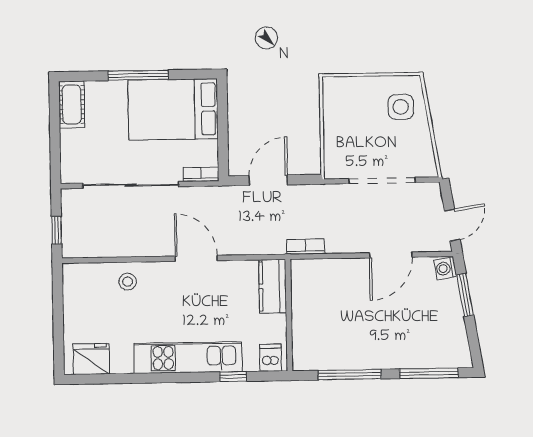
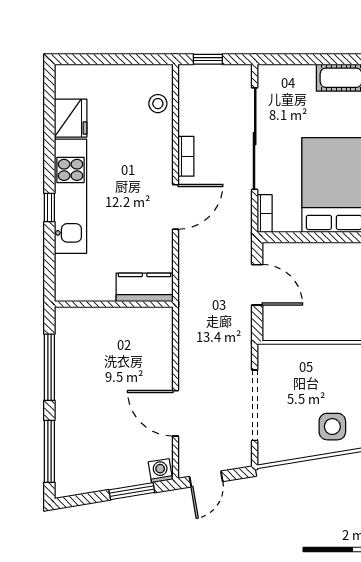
door: (452, 225) -> (206, 479), hinge flipped
bookcase: (306, 247) -> (186, 156), moved
stool: (128, 282) -> (158, 104), moved
dishwasher: (271, 358) -> (69, 284), removed
fridge: (91, 359) -> (71, 118), moved
window: (233, 377) -> (49, 208), moved

